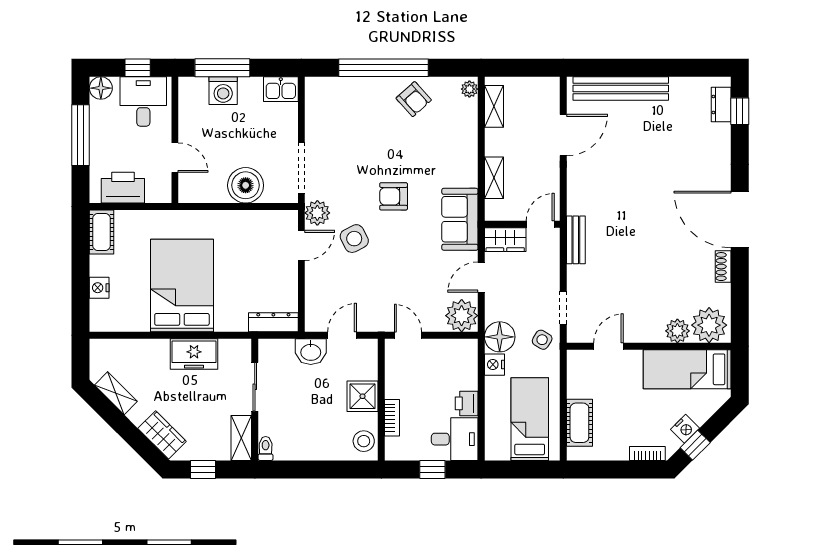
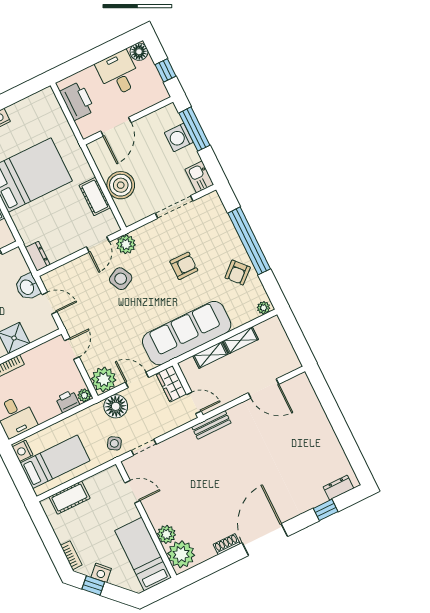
bench: (621, 89) -> (315, 413), removed
desk: (143, 102) -> (118, 73), moved, turned -90
shelving: (494, 106) -> (241, 340), moved
window: (740, 111) -> (326, 510), moved
window: (81, 135) -> (99, 54), removed
door: (175, 158) -> (116, 127), width x1.38
doorway: (301, 168) -> (174, 207), moved
armchair: (394, 196) -> (184, 266), moved, turned 90
sofa: (460, 219) -> (187, 333), width x1.85, depth x1.27
cot: (102, 232) -> (95, 197), moved, turned 90
bench: (576, 240) -> (211, 425), moved
door: (301, 245) -> (98, 244), hinge flipped
dresser: (273, 322) -> (38, 256), width x0.70
floor lamp: (500, 337) -> (116, 406), moved
plant: (469, 347) -> (84, 395), added
nightstand: (494, 365) -> (23, 451), moved, turned -90
printer: (467, 403) -> (68, 401), moved

